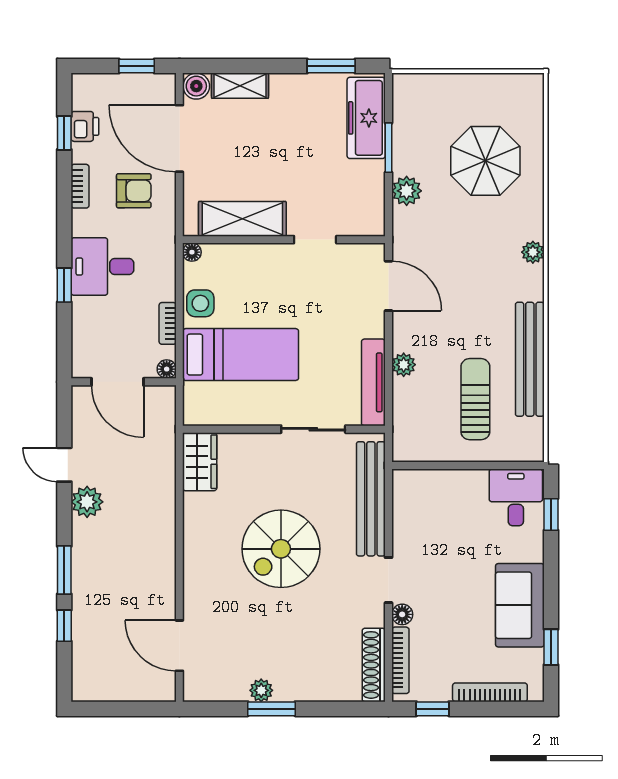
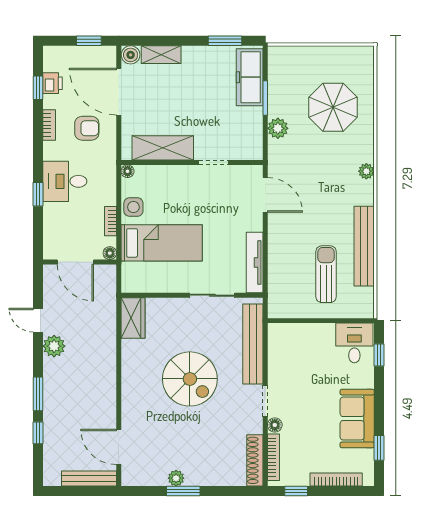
plant: (404, 365) -> (276, 250), removed
spiral stairs: (281, 549) -> (190, 379), turned -90
bench: (137, 691) -> (89, 479), added

